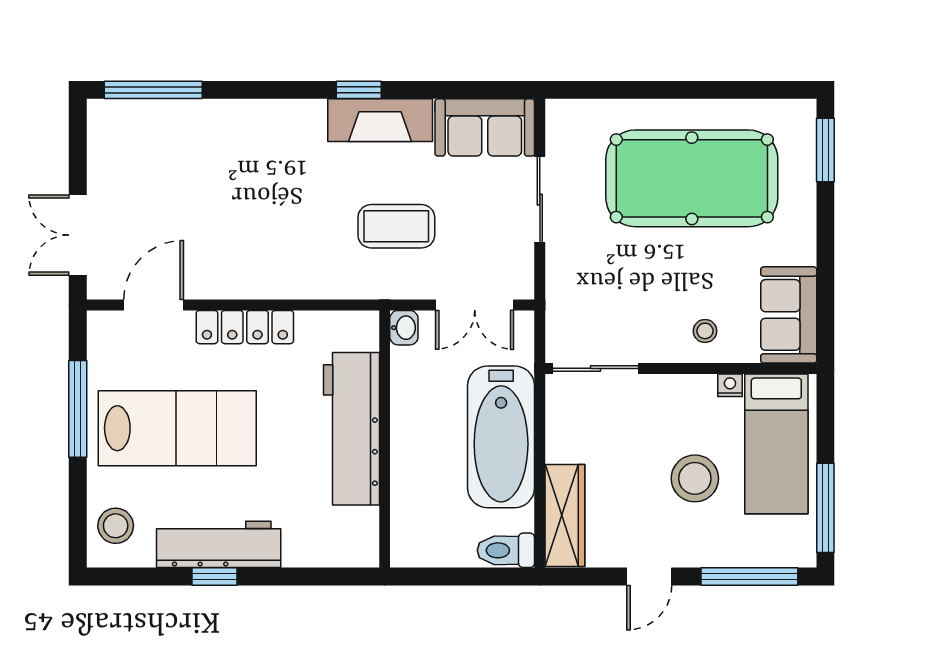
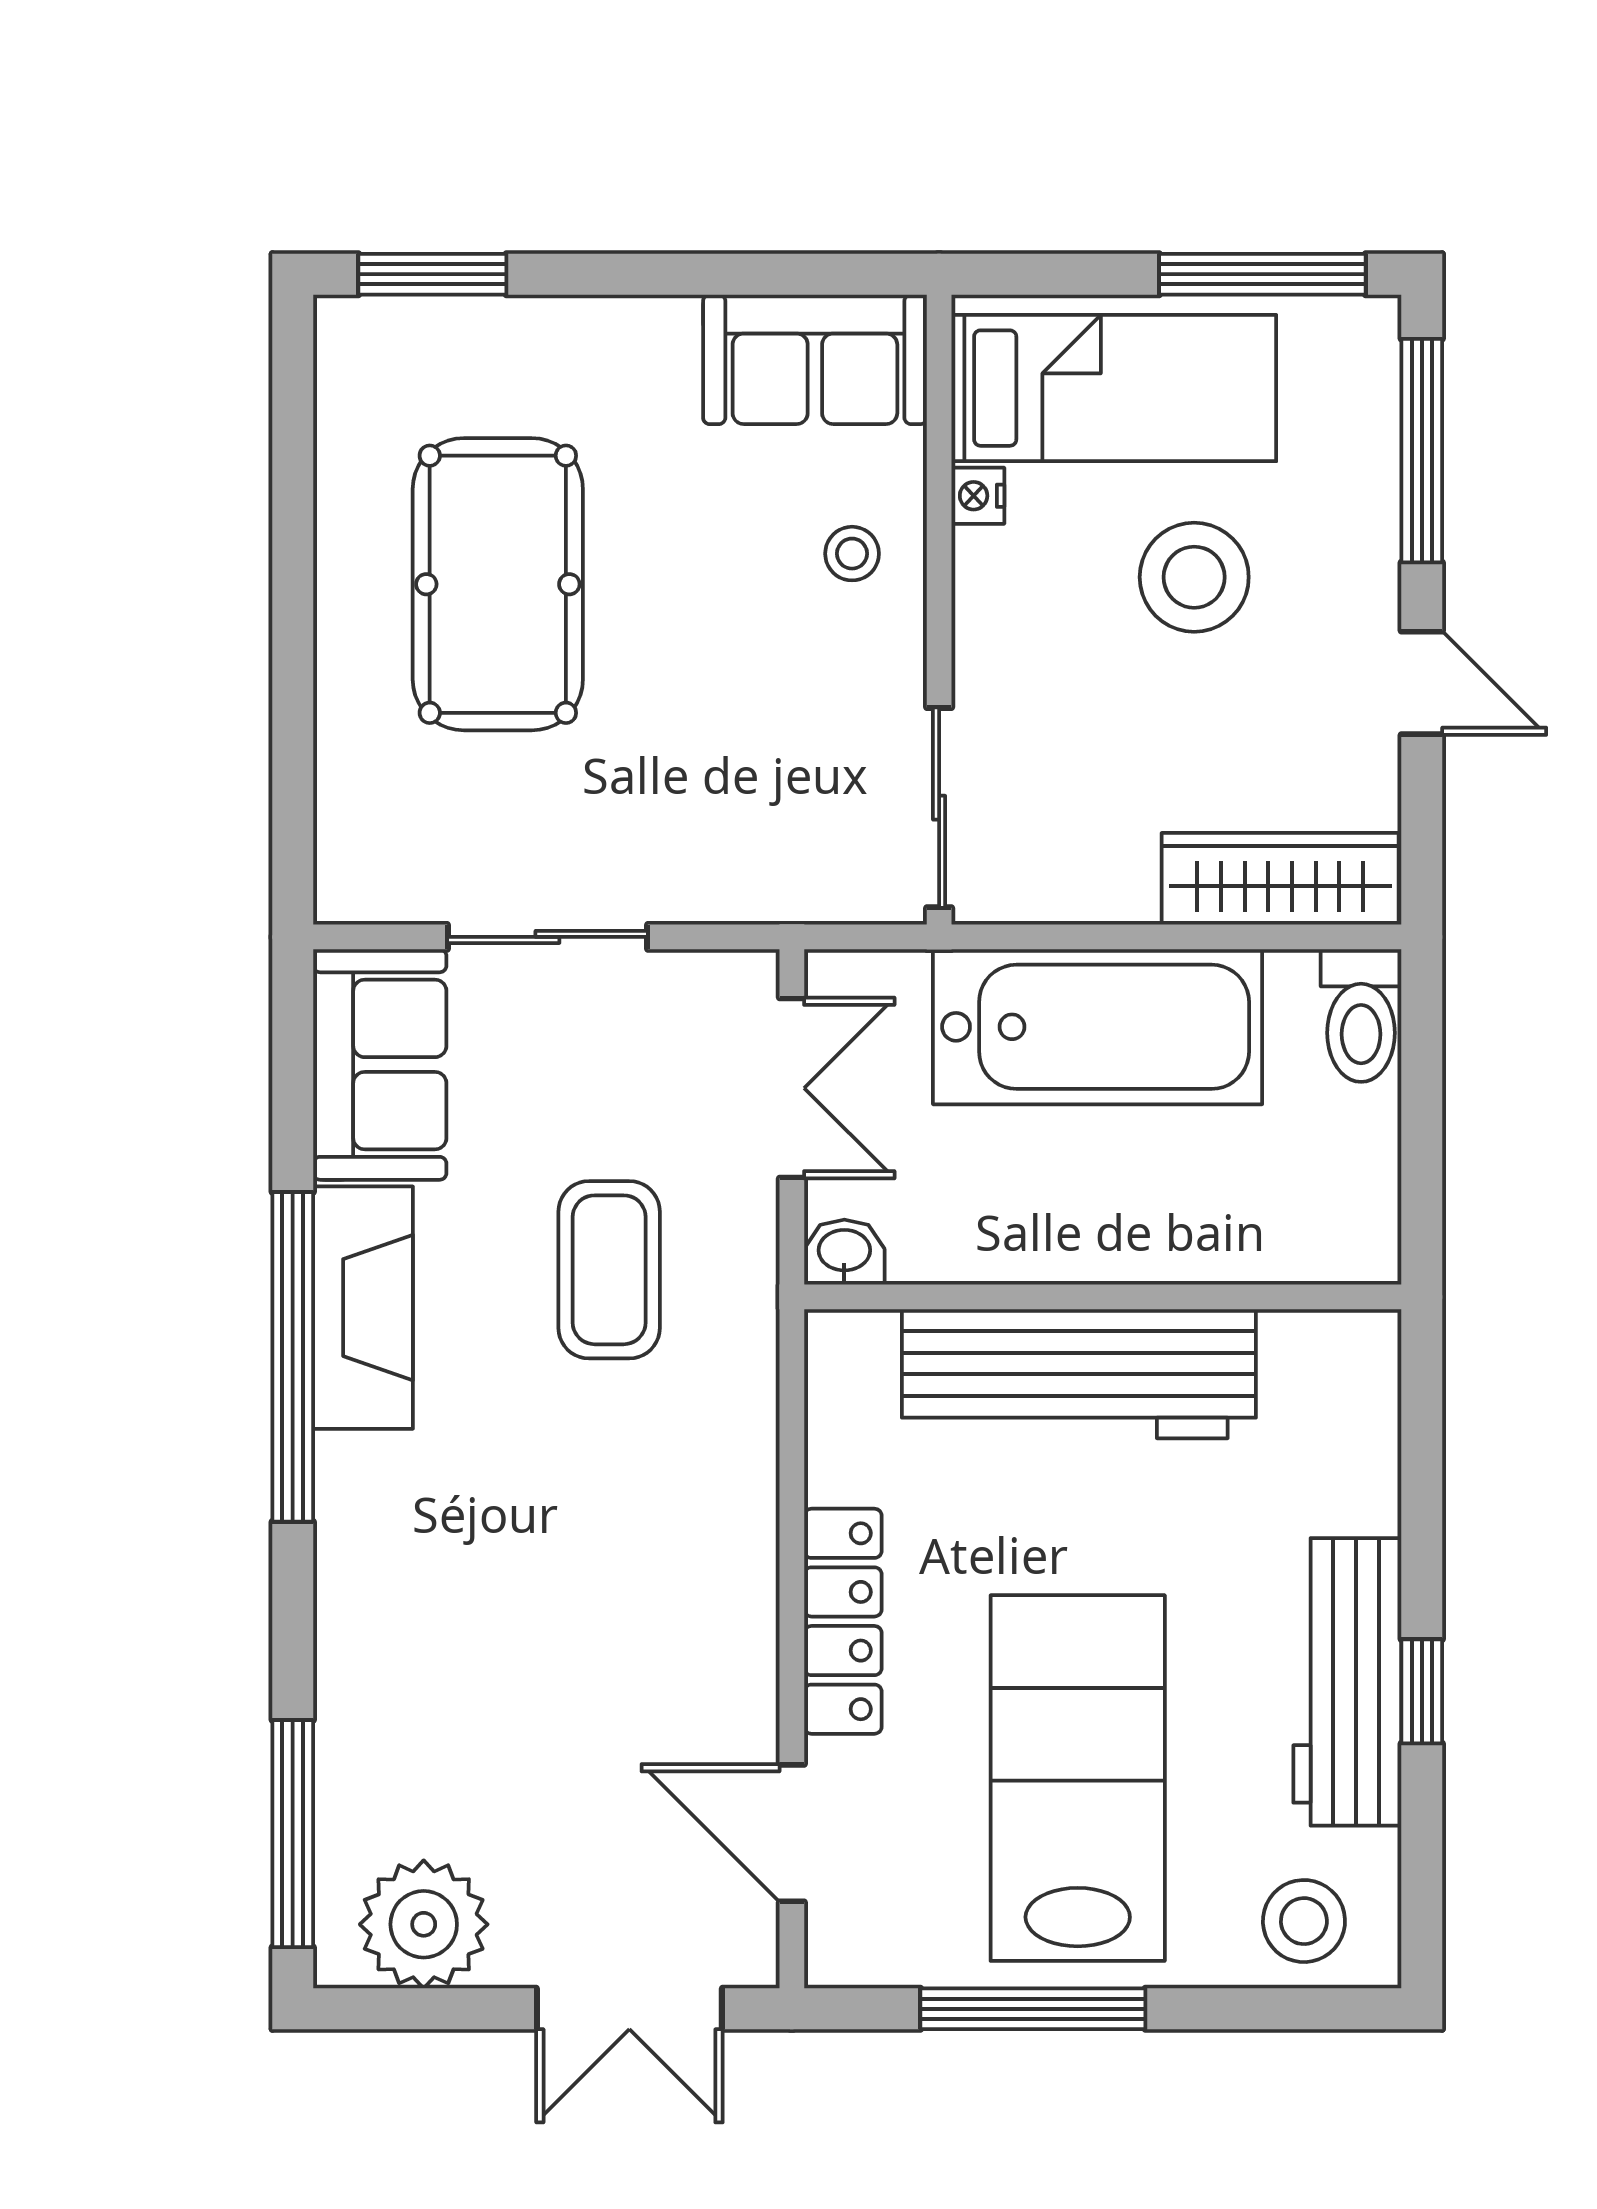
window: (359, 90) -> (293, 1357), width x3.17
plant: (114, 146) -> (424, 1924), added
pool table: (692, 178) -> (498, 584), width x0.73, depth x0.76

